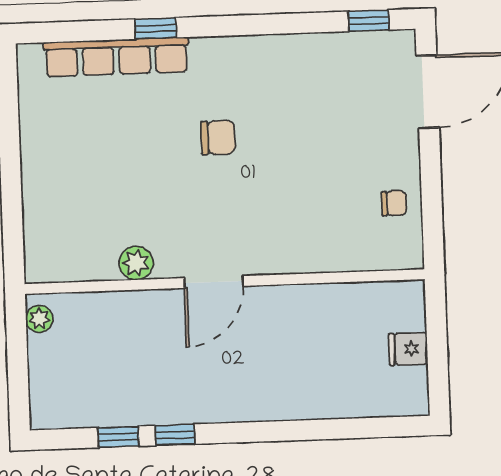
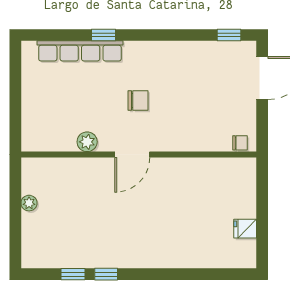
plant: (136, 263) -> (87, 142), moved
door: (214, 282) -> (132, 155), moved
wall: (225, 282) -> (139, 155), moved

